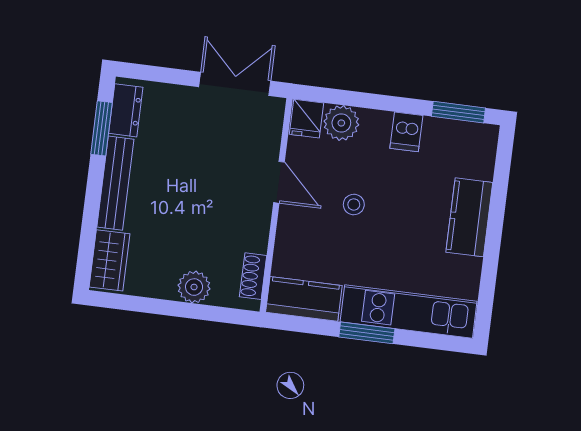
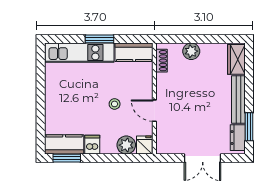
double door: (235, 84) -> (203, 158), moved
kitchen counter: (469, 217) -> (64, 144), moved, turned -90

